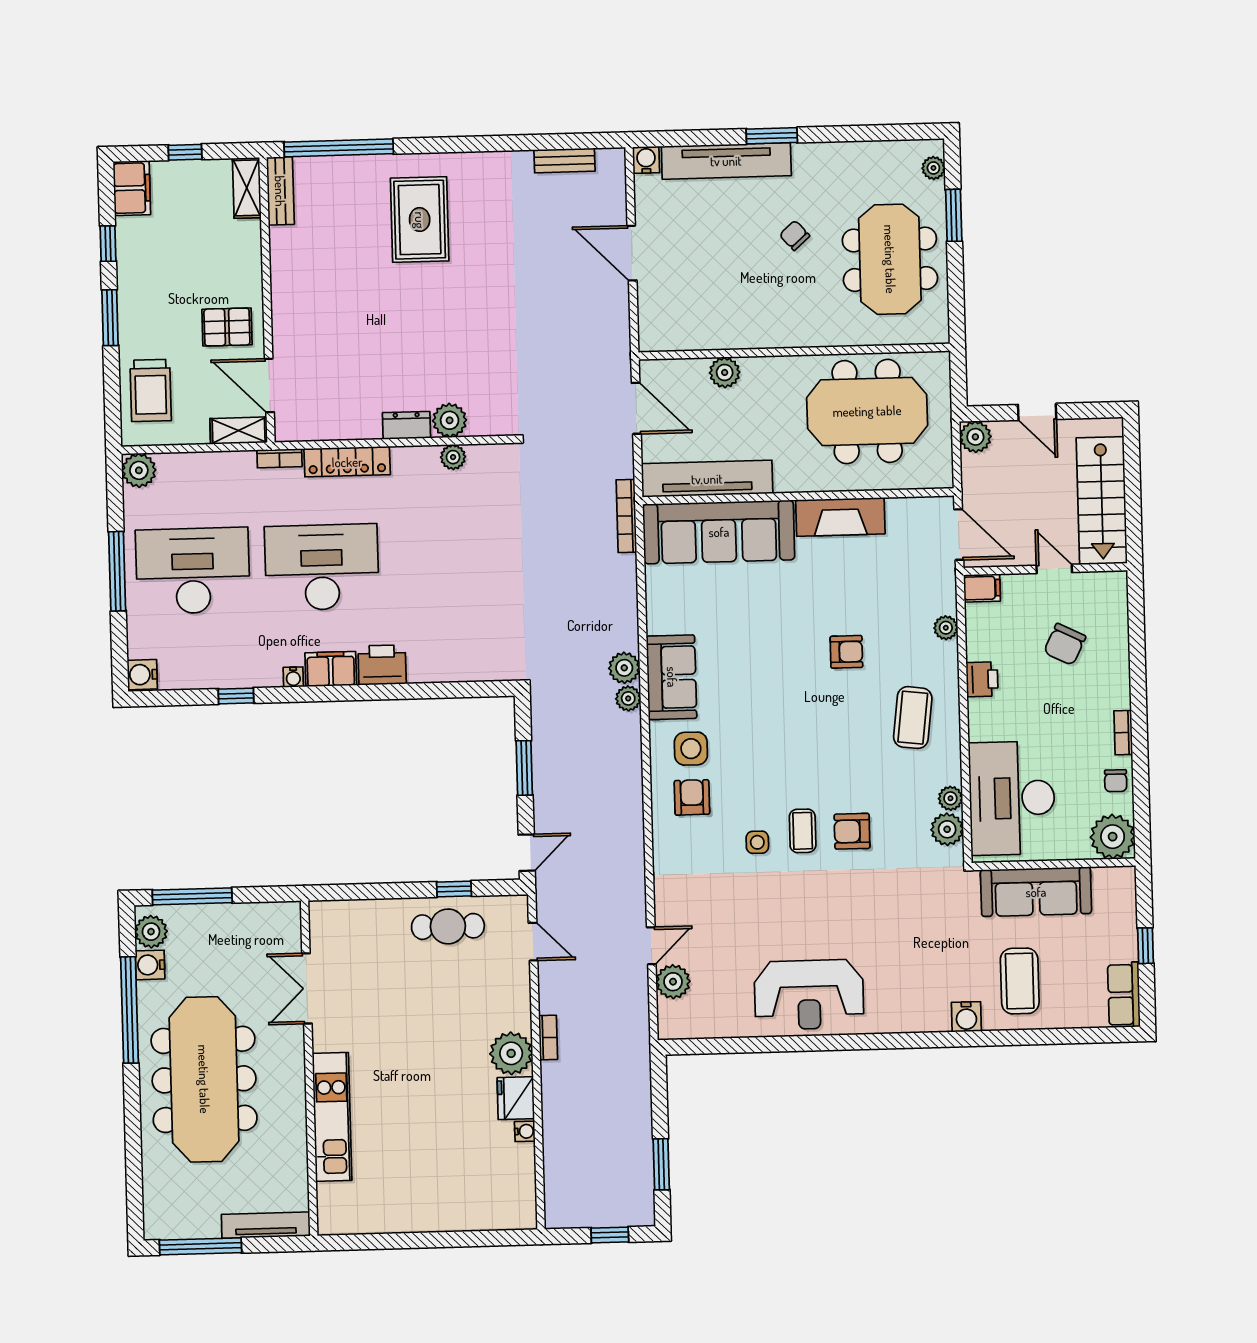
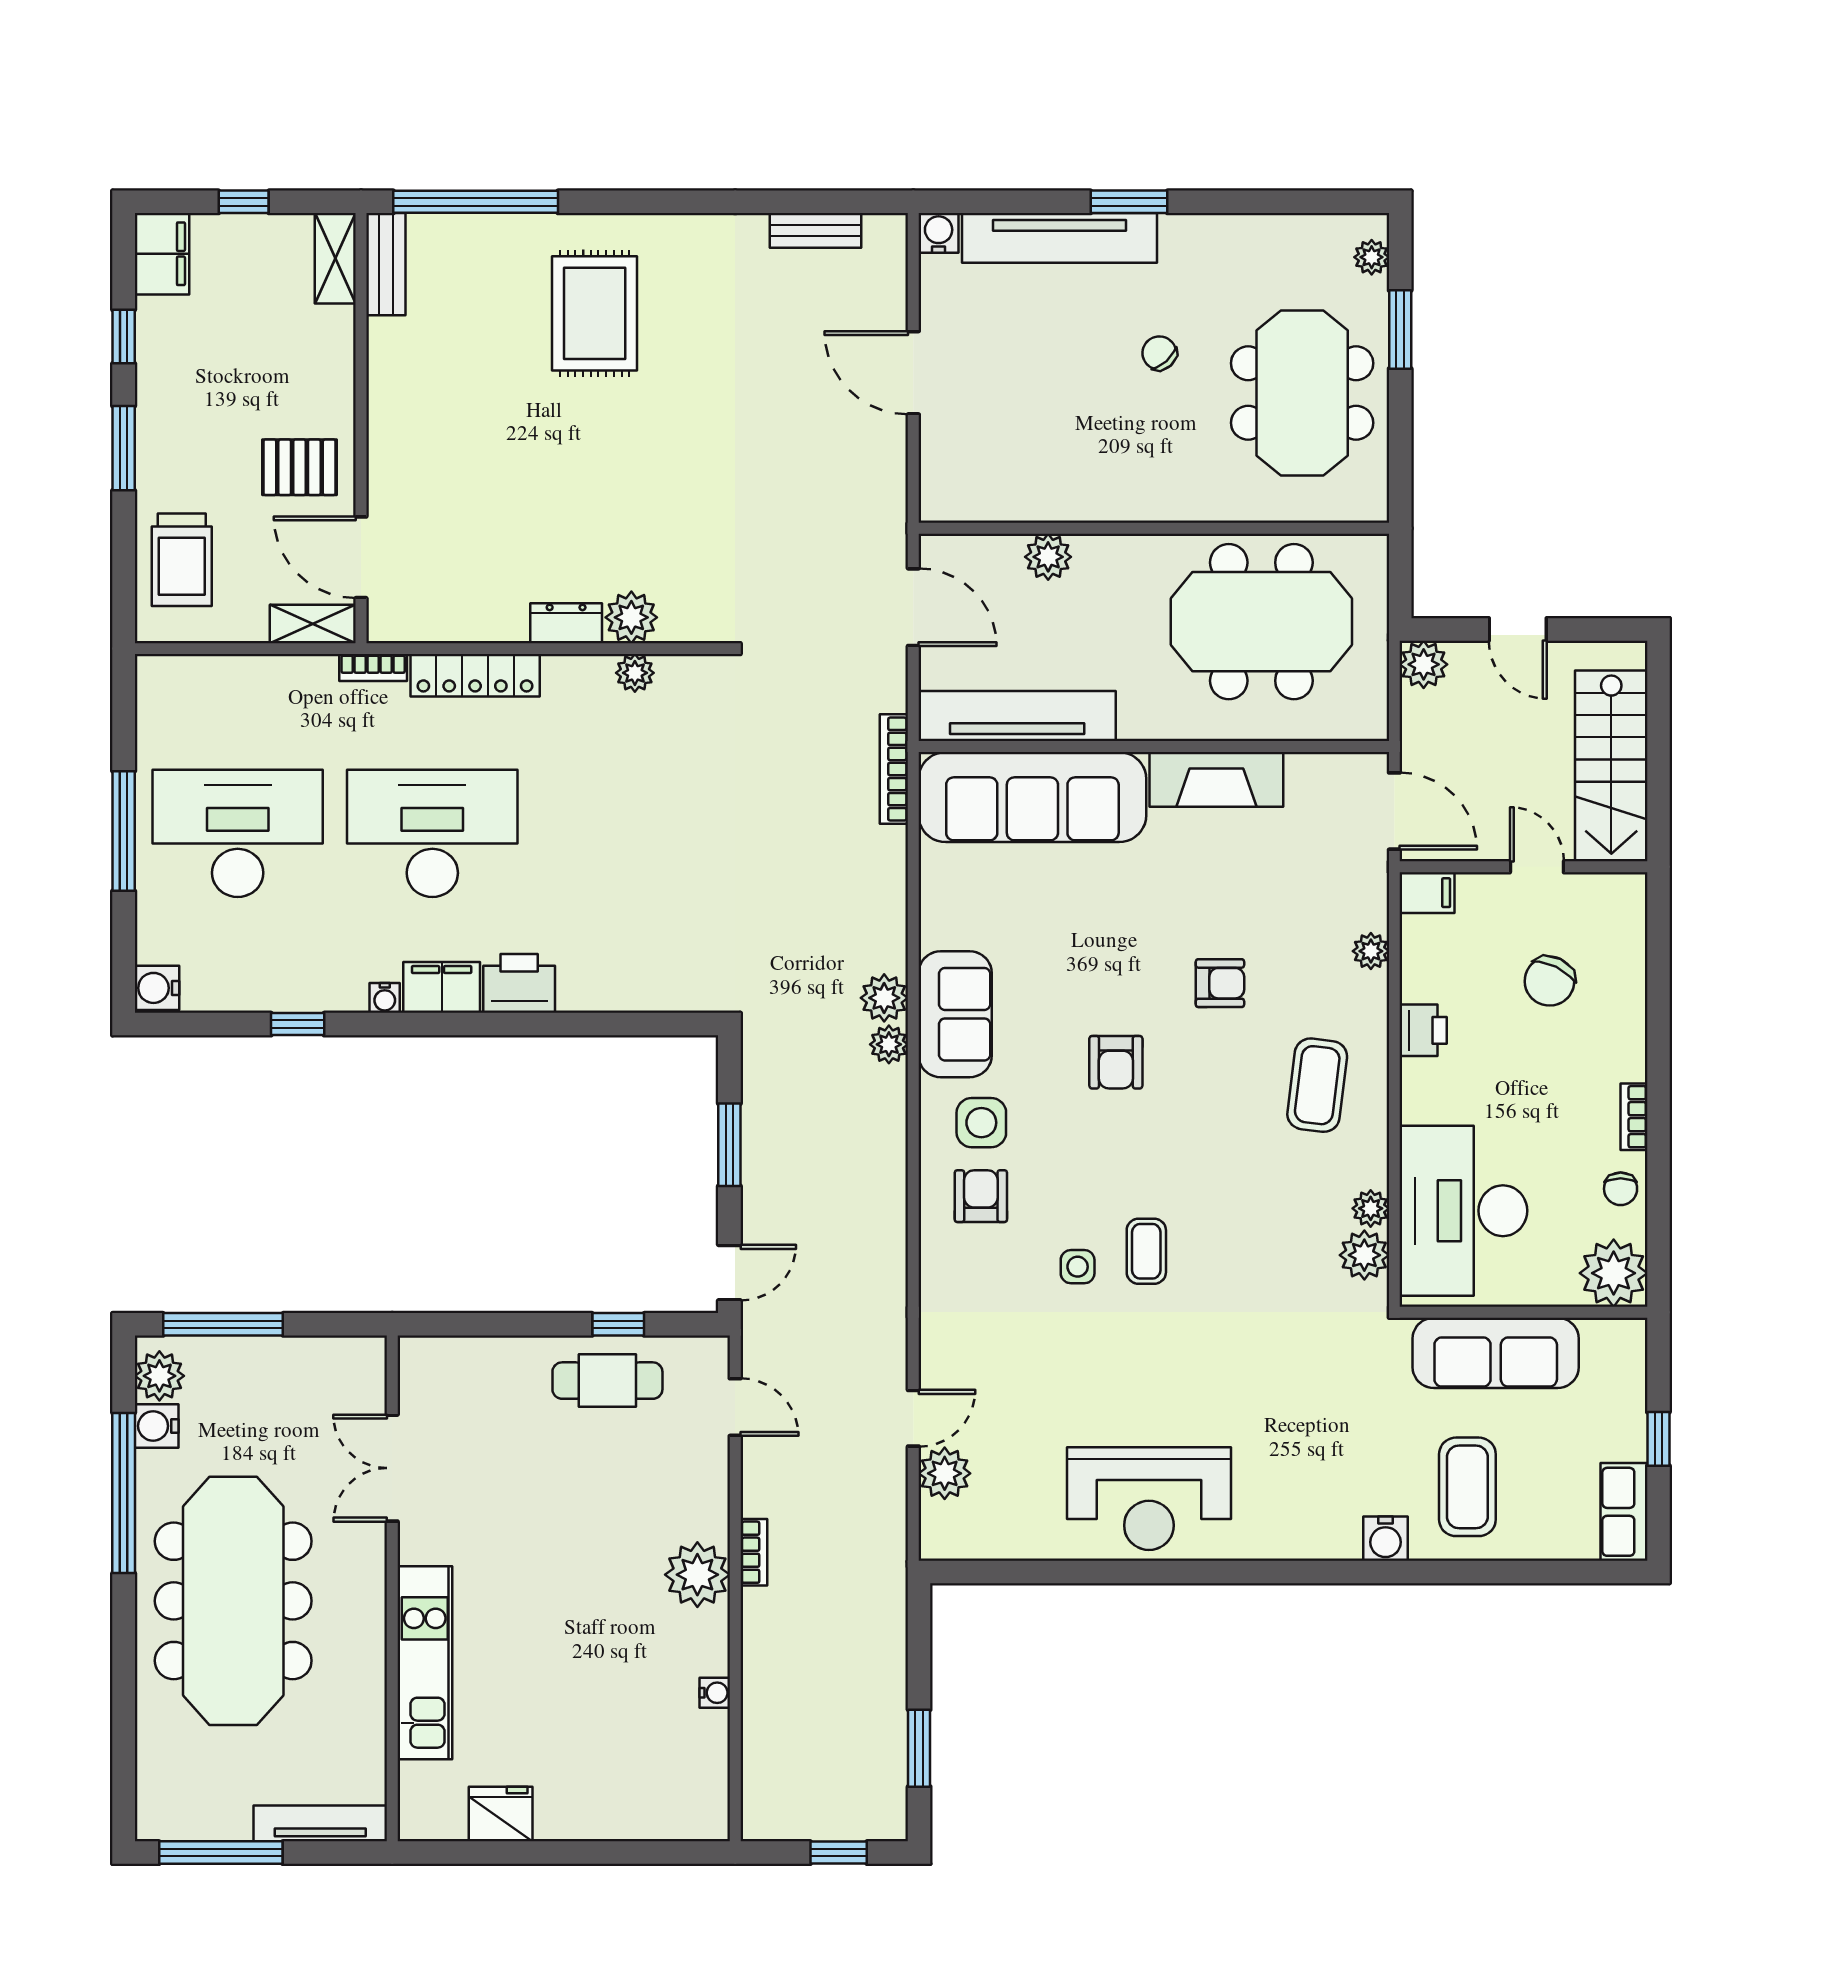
plant: (139, 470) -> (161, 680), removed
armchair: (852, 831) -> (1116, 1062), moved, turned -90
fridge: (516, 1098) -> (501, 1814), moved, turned 90

